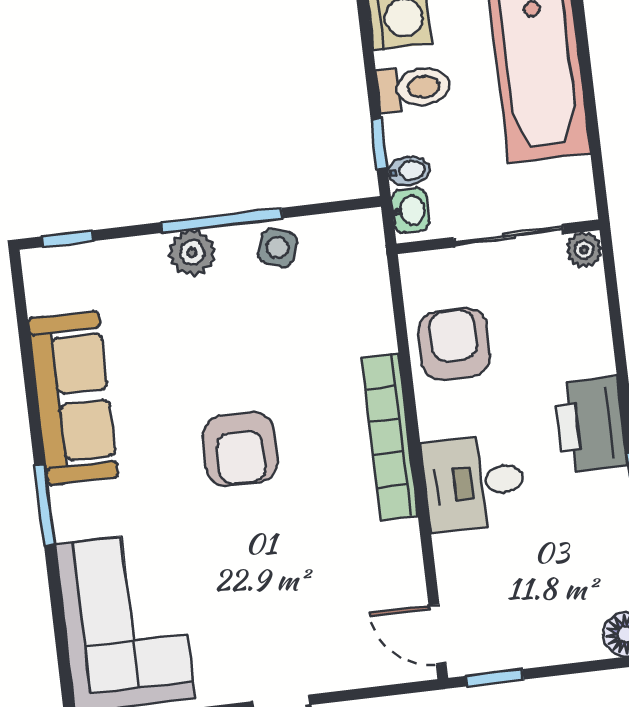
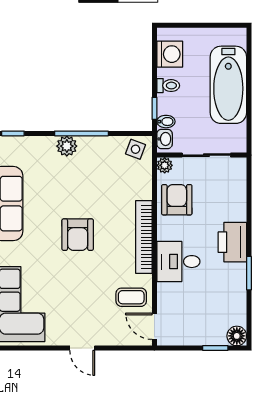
toilet: (414, 88) -> (168, 86), width x0.73, depth x0.72
side table: (277, 248) -> (135, 149), moved
plant: (584, 250) -> (165, 165), moved
coffee table: (378, 576) -> (131, 297), added
window: (494, 678) -> (215, 348), moved

